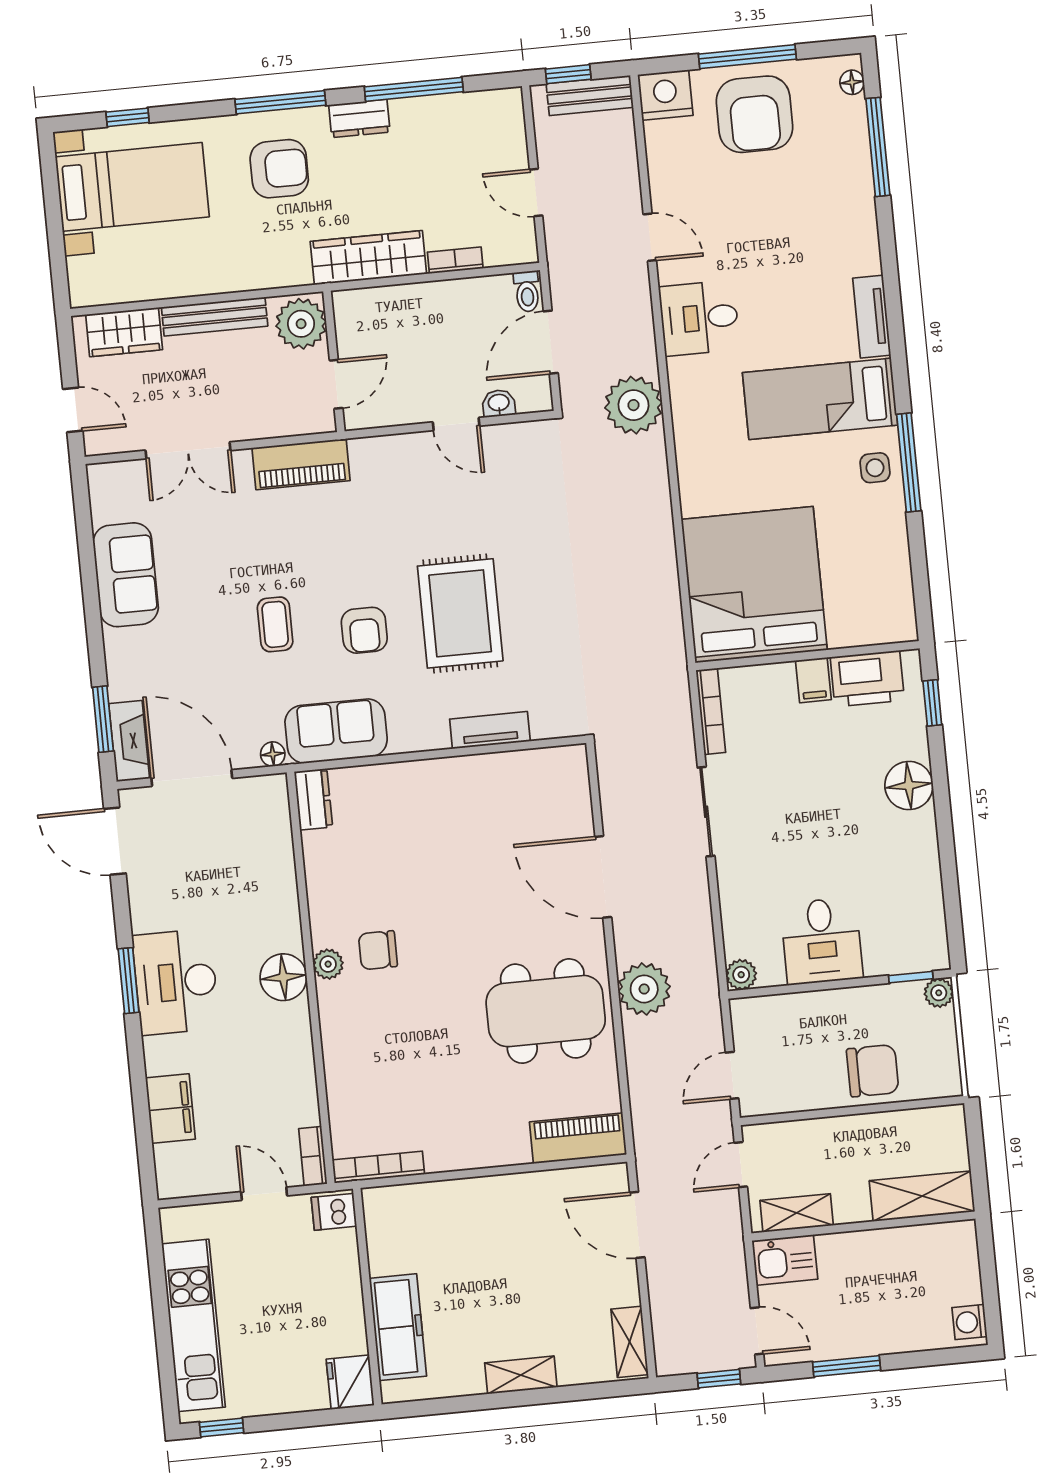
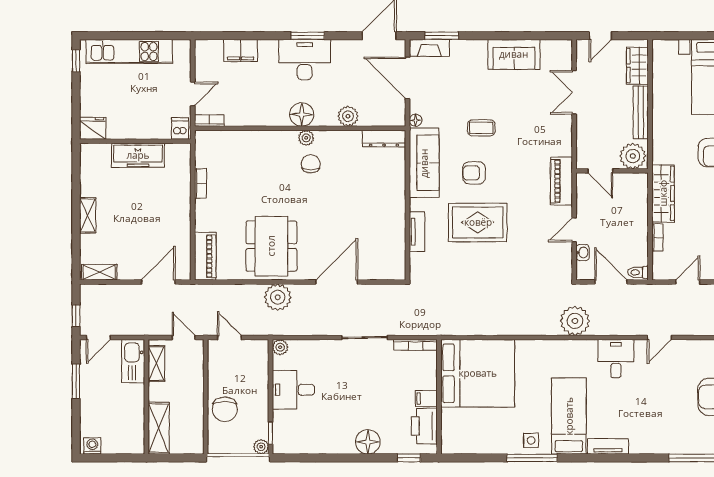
piano: (301, 464) -> (561, 181), moved
sofa: (336, 731) -> (424, 163), width x1.36
door: (192, 778) -> (407, 78), swing flipped
dresser: (313, 799) -> (384, 139), width x1.44
plant: (278, 887) -> (348, 116), added
bookcase: (378, 1167) -> (200, 183), moved, width x0.64
kitchen sink: (785, 1260) -> (133, 361), width x1.38
freezer: (398, 1327) -> (138, 155), moved

